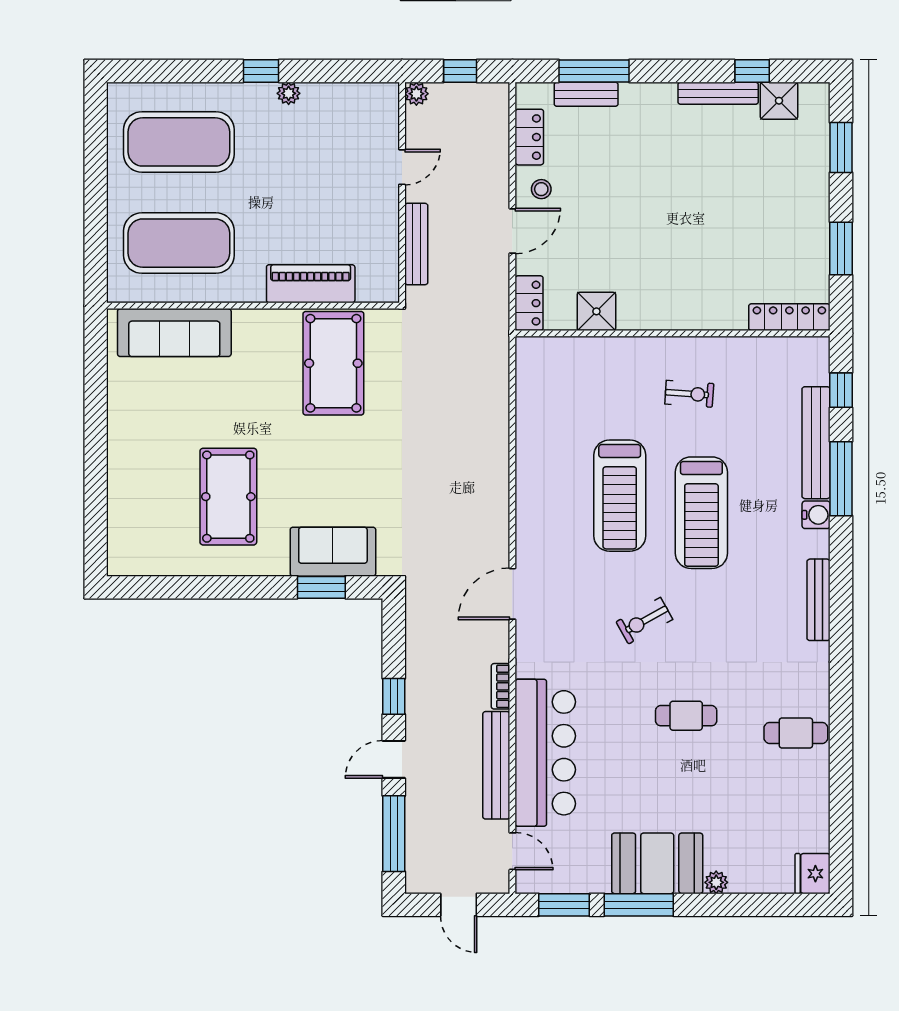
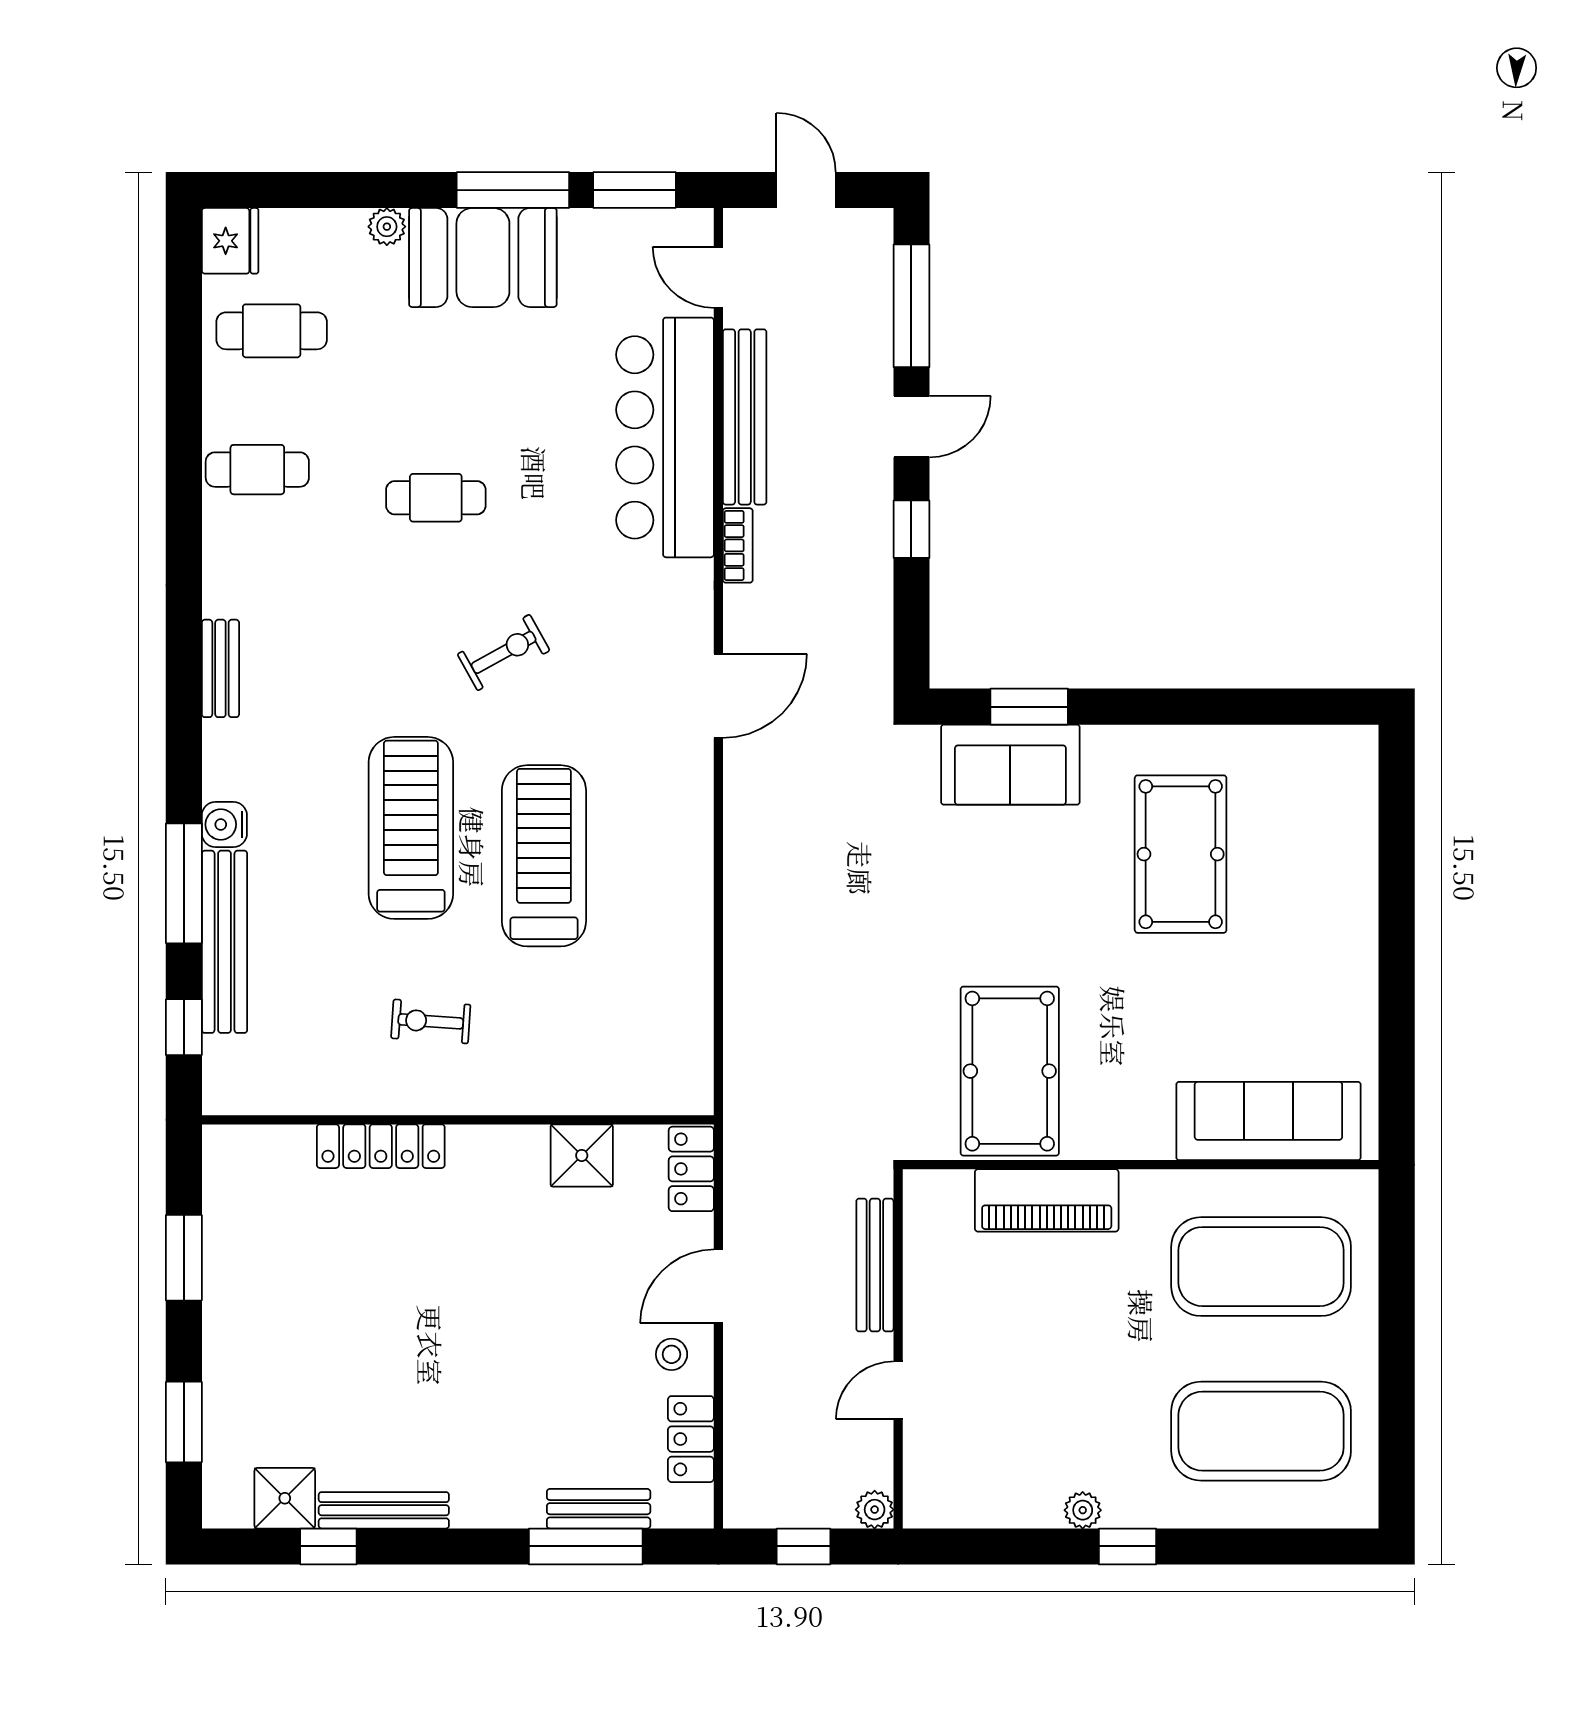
locker: (789, 317) -> (381, 1146), moved
bench: (819, 600) -> (220, 668), width x0.73
cafe table: (787, 818) -> (272, 331), added

